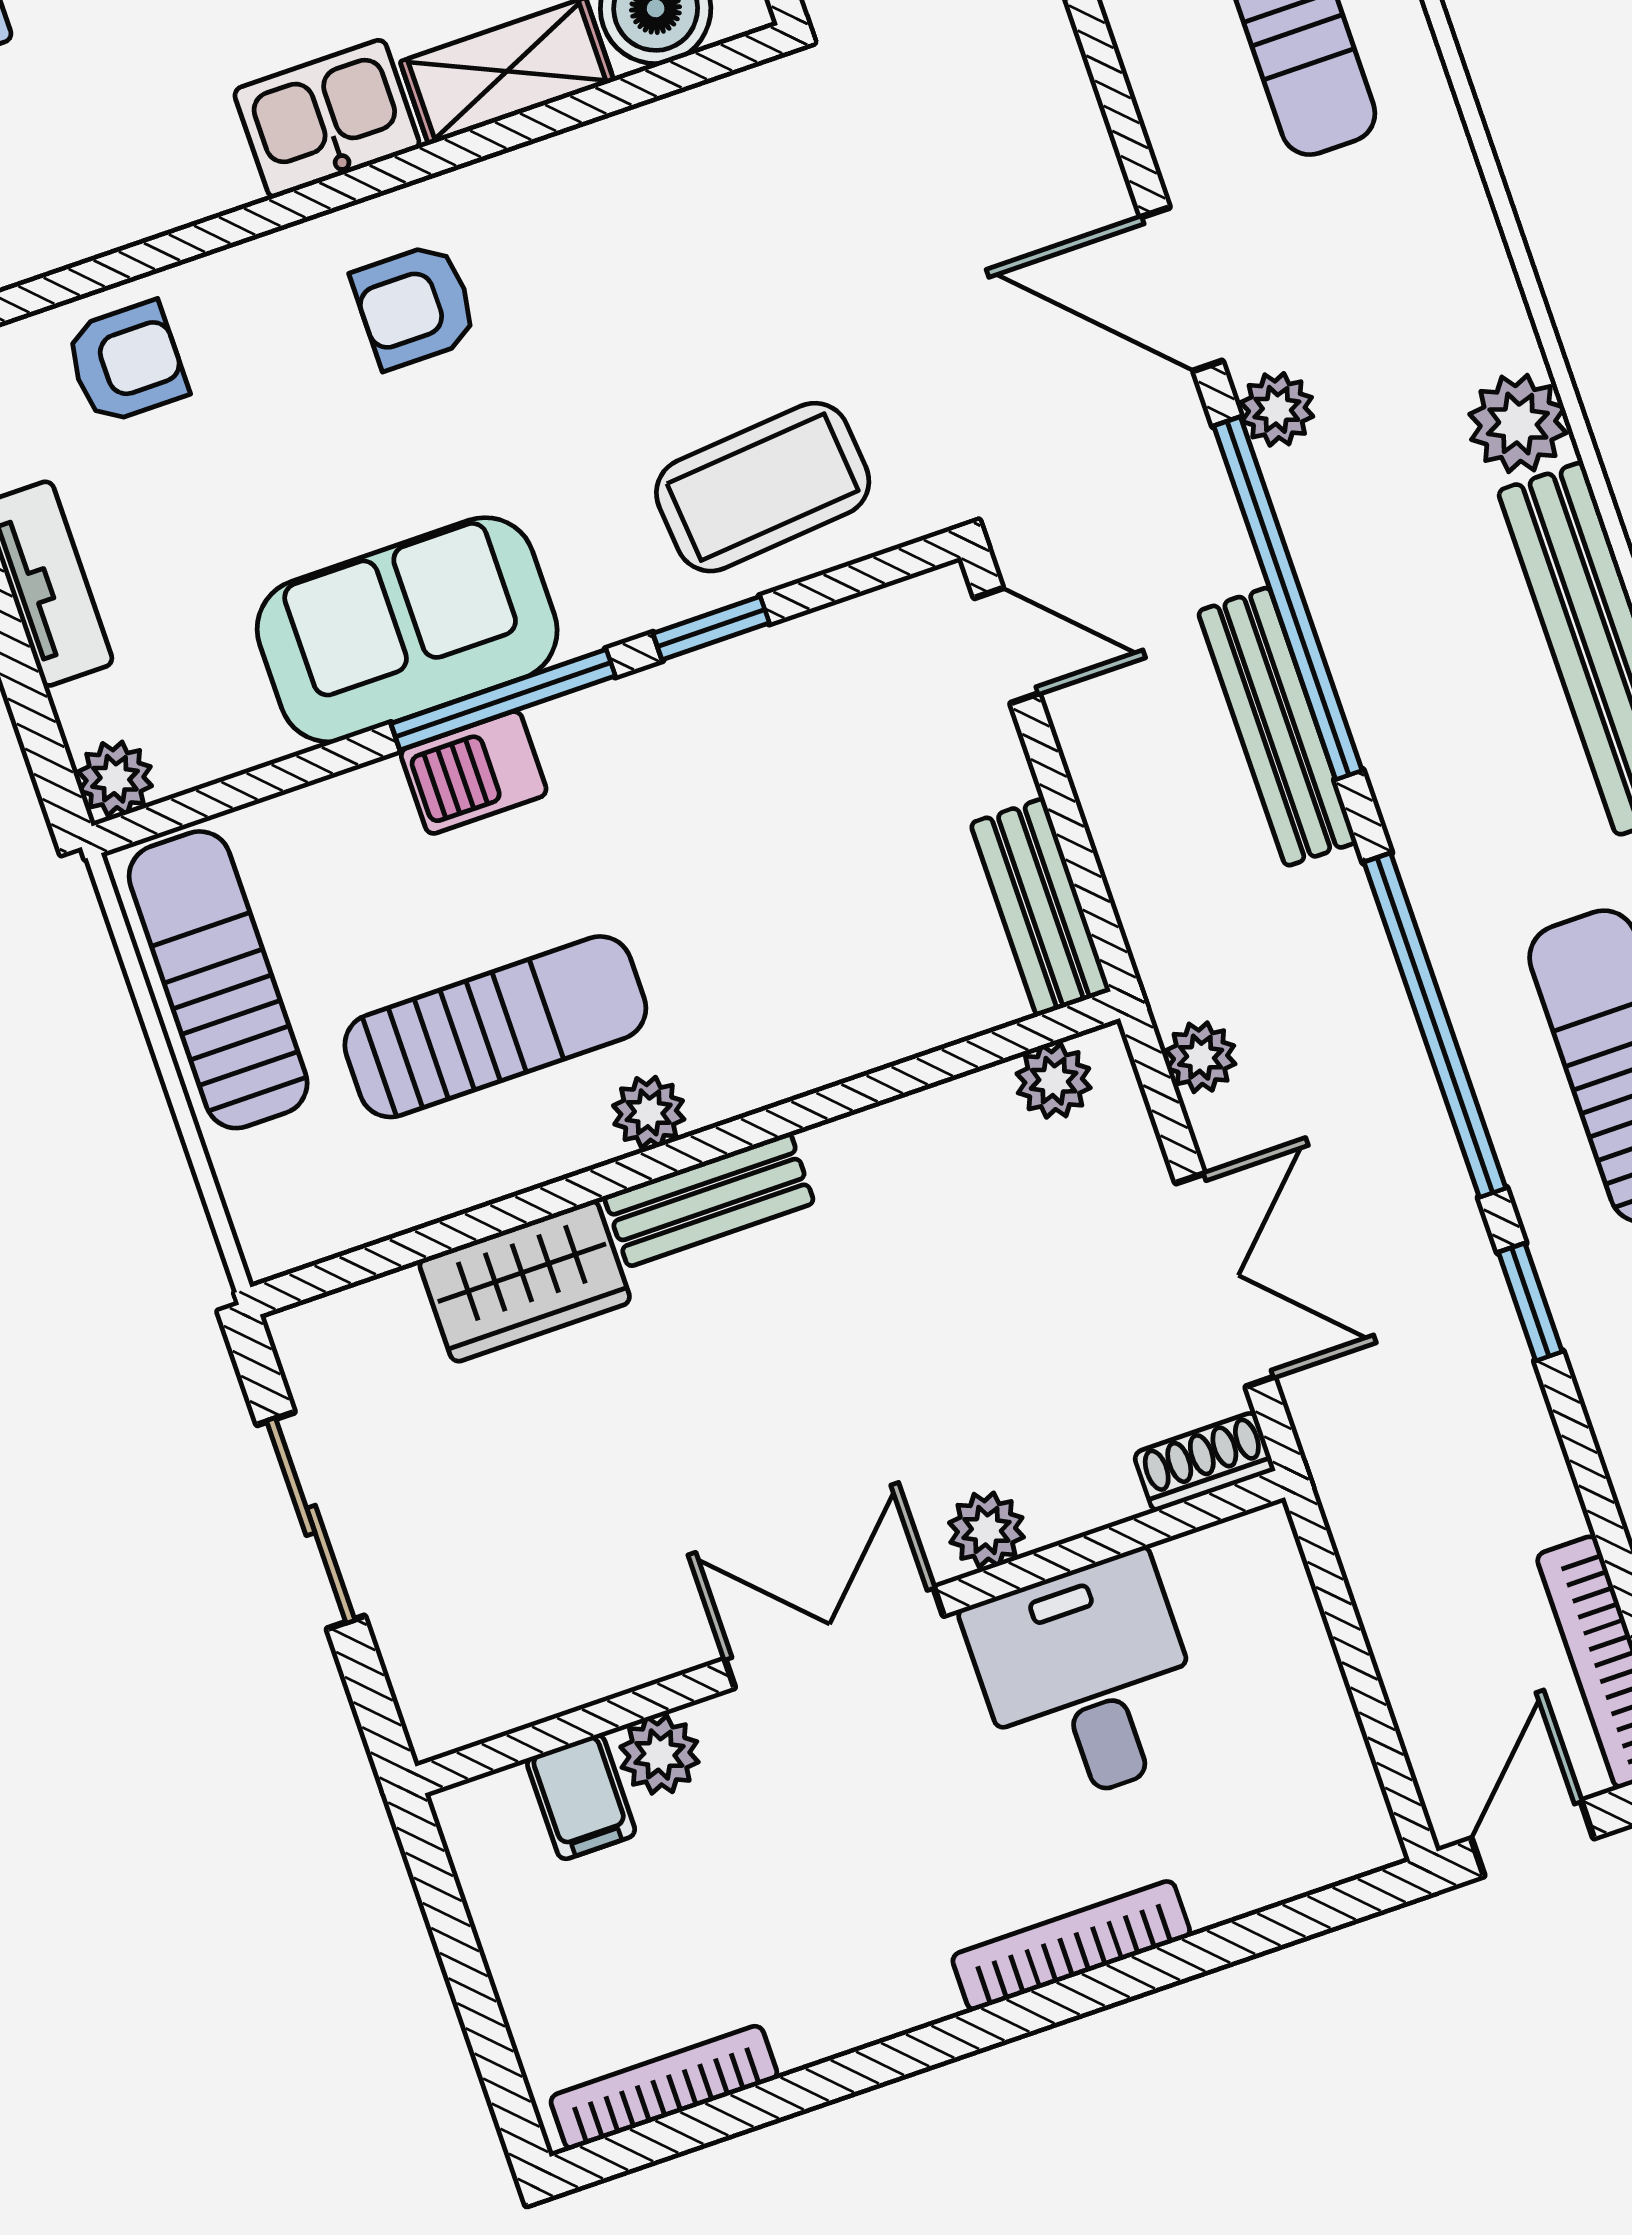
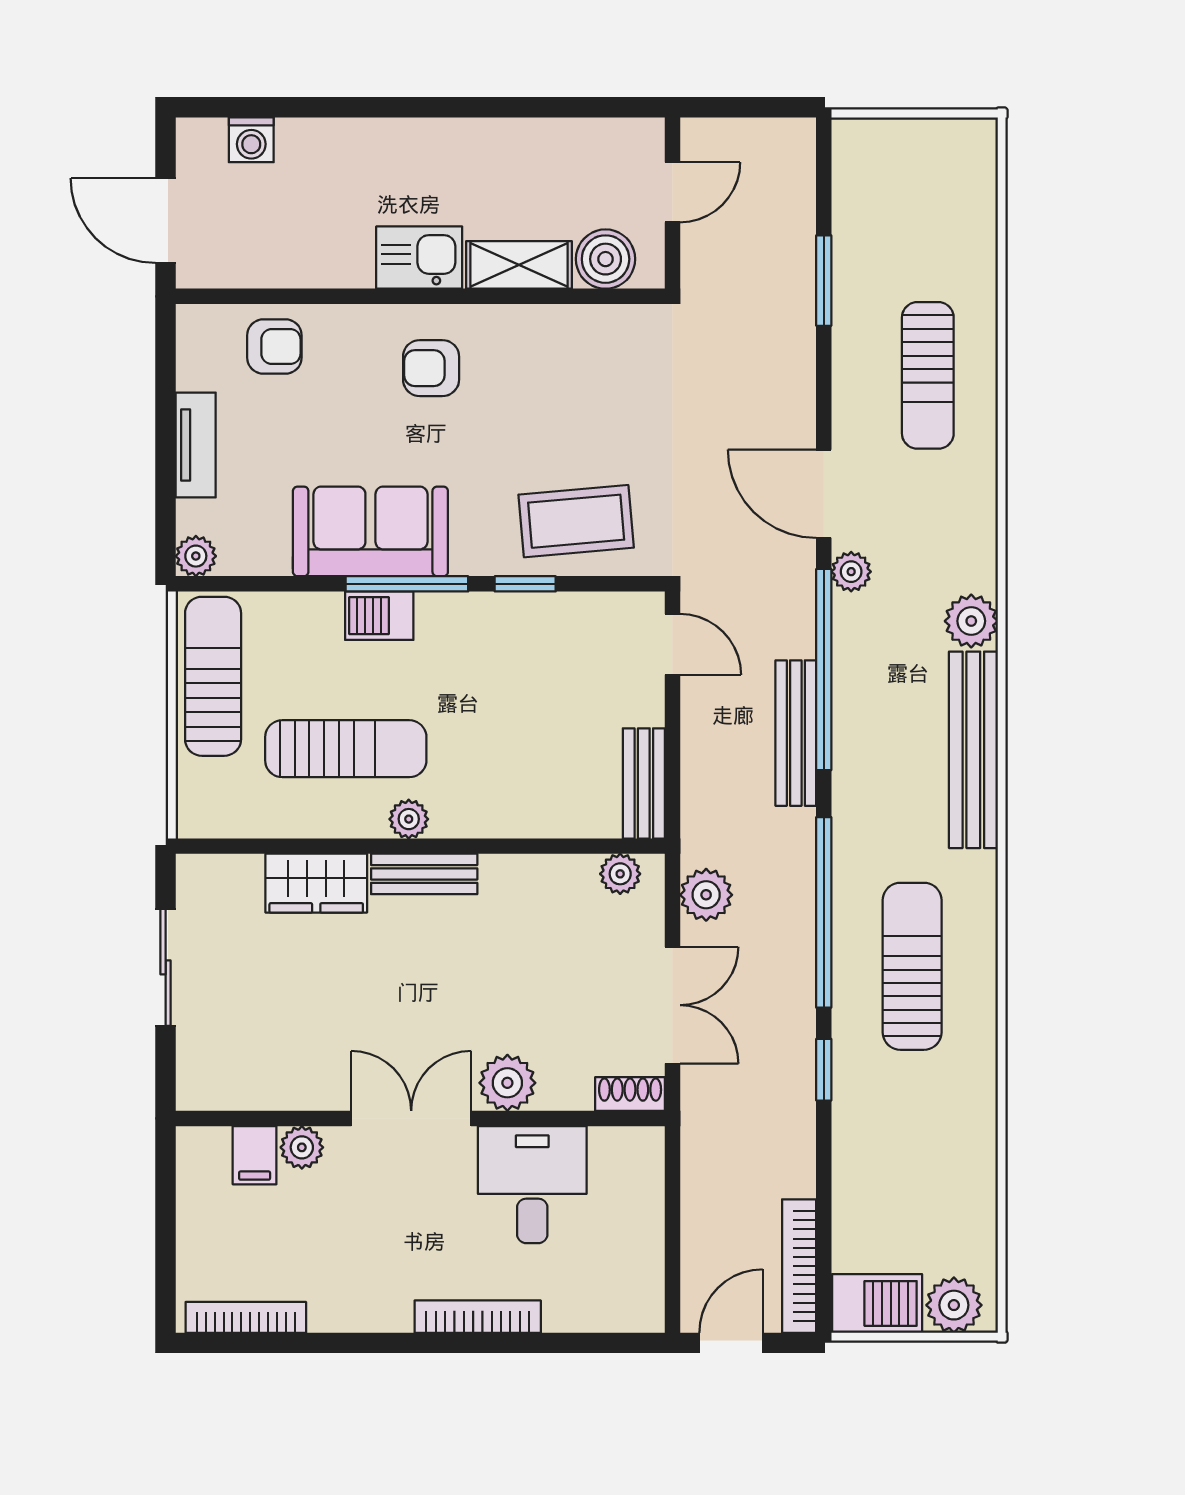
plant: (1201, 1057) -> (706, 895), width x1.38, depth x1.38
plant: (986, 1530) -> (507, 1083), width x1.38, depth x1.38

